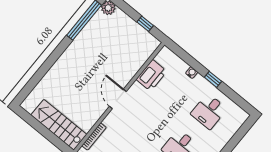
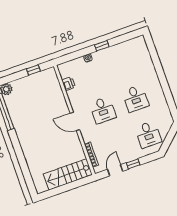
printer: (151, 75) -> (68, 84), width x0.53, depth x0.68
desk: (209, 111) -> (103, 110), moved

